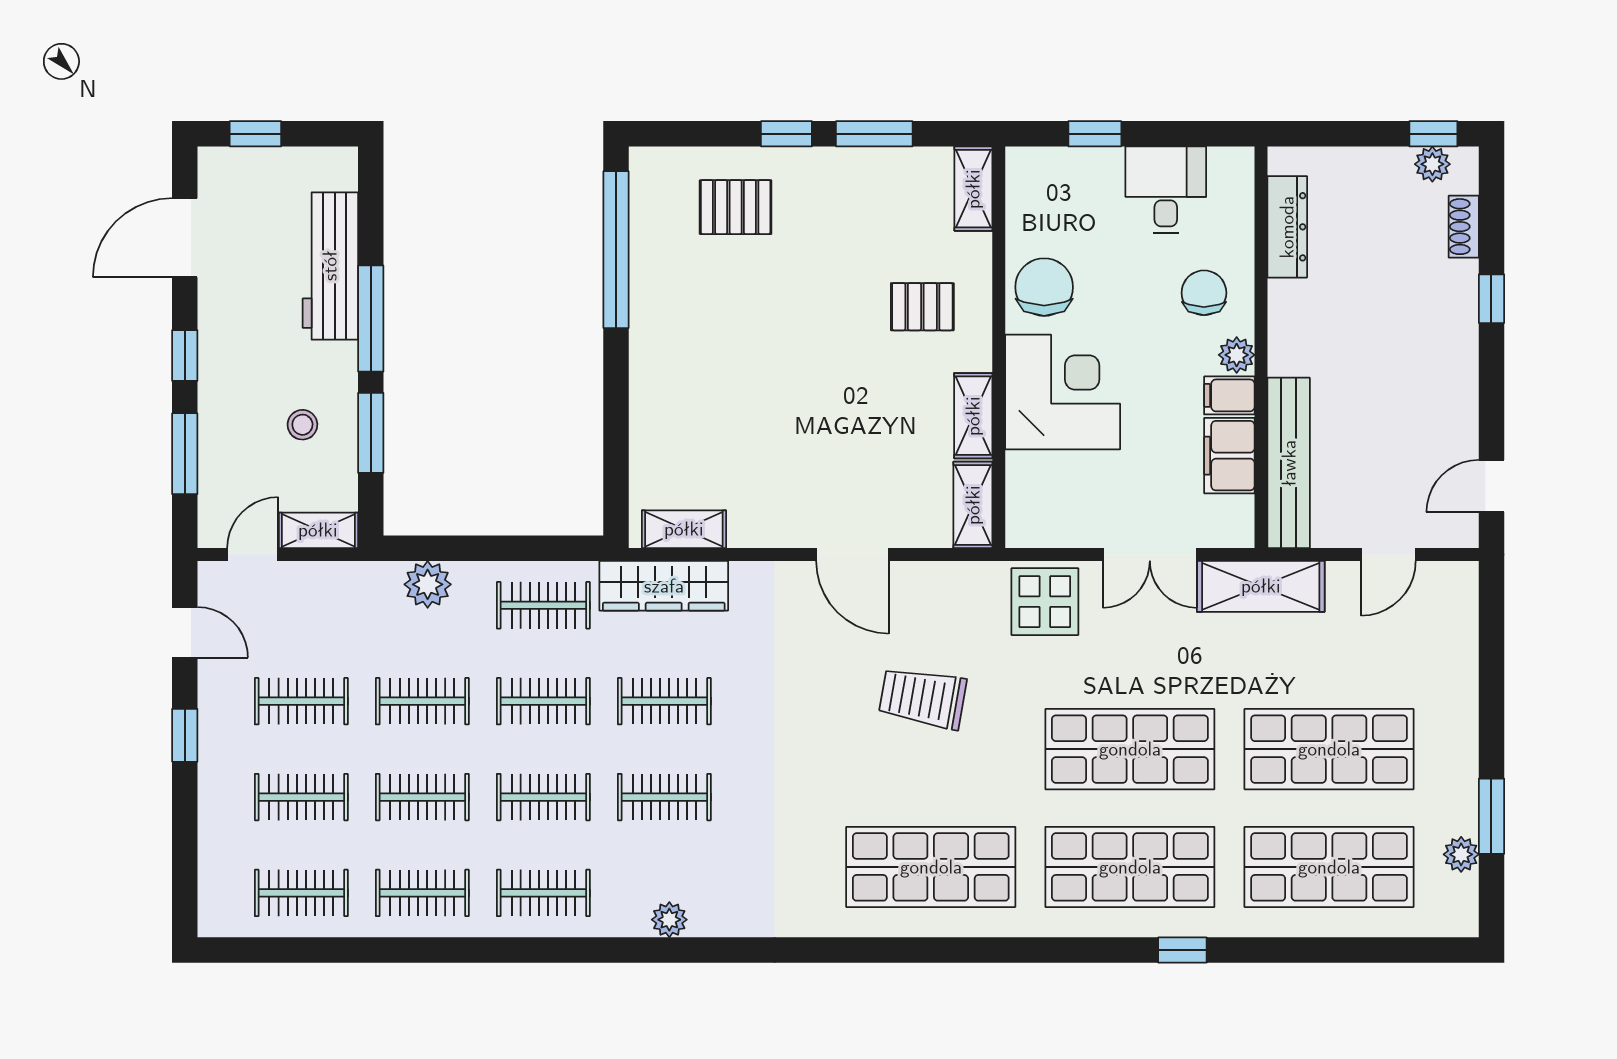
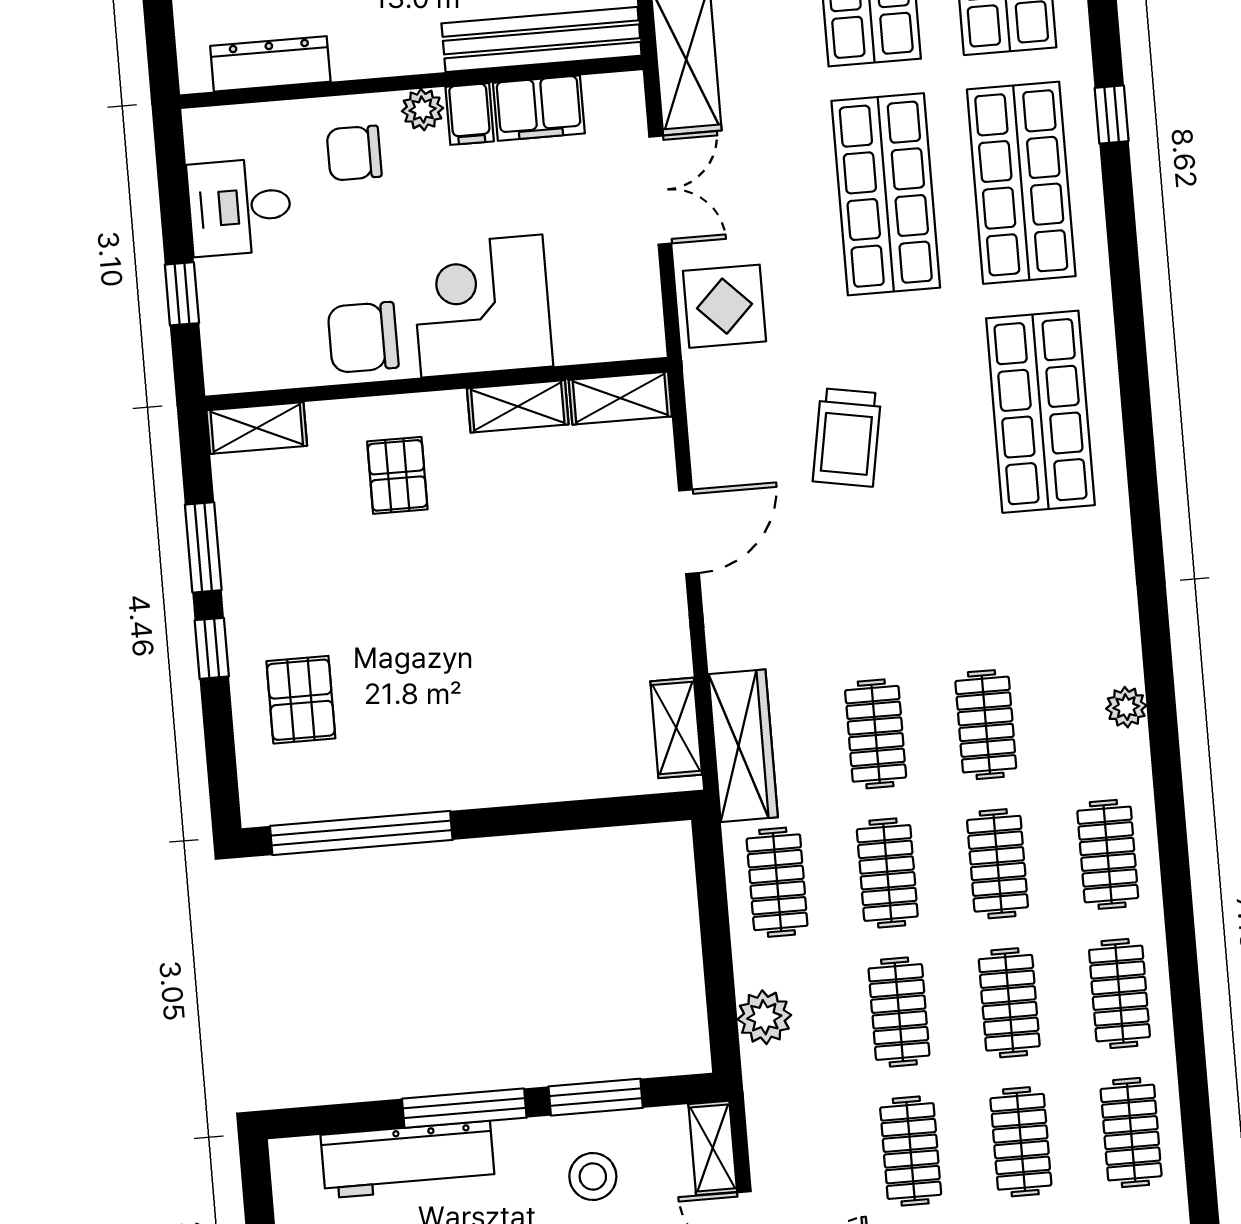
stool: (302, 425) -> (593, 1176), width x1.37, depth x1.37

